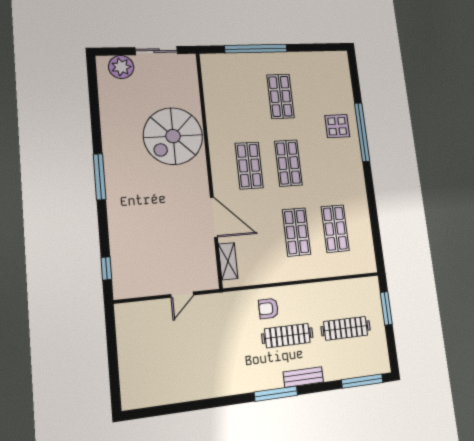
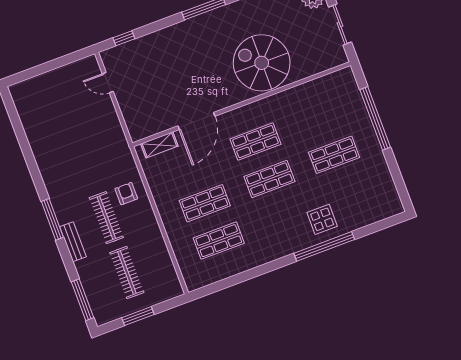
door: (182, 295) -> (108, 83), moved
window: (386, 308) -> (138, 316), moved

